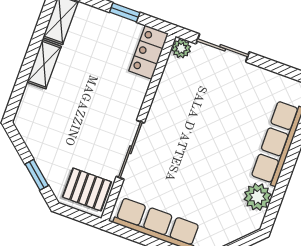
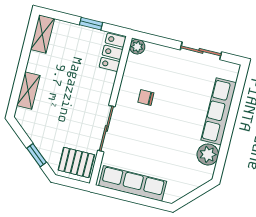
sliding door: (223, 48) -> (201, 51), moved
shelving: (44, 64) -> (28, 91), moved
chair: (185, 115) -> (146, 98), added

